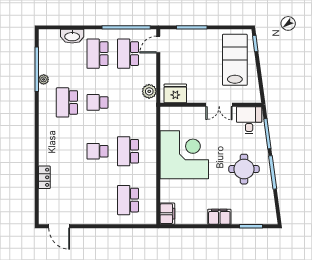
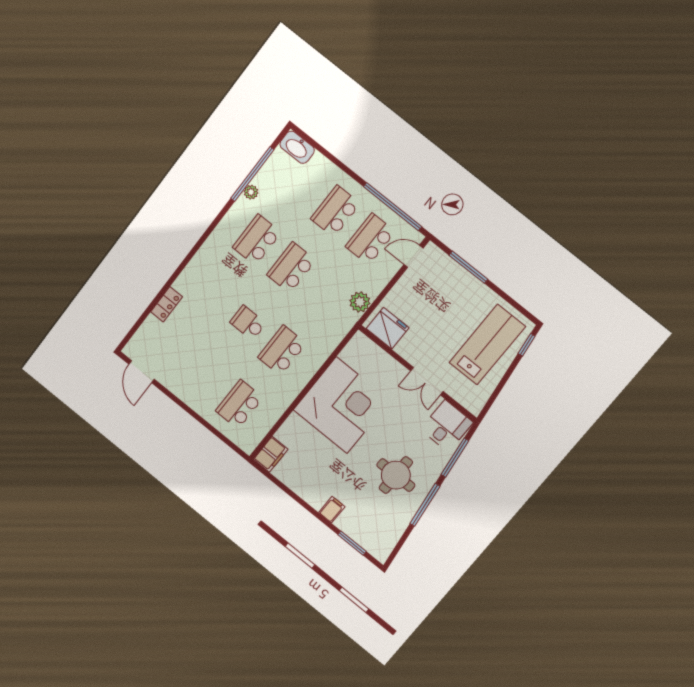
washbasin: (72, 36) -> (297, 147), moved
school desk: (97, 102) -> (291, 268), width x1.85
filing cabinet: (219, 217) -> (332, 510), width x0.50

